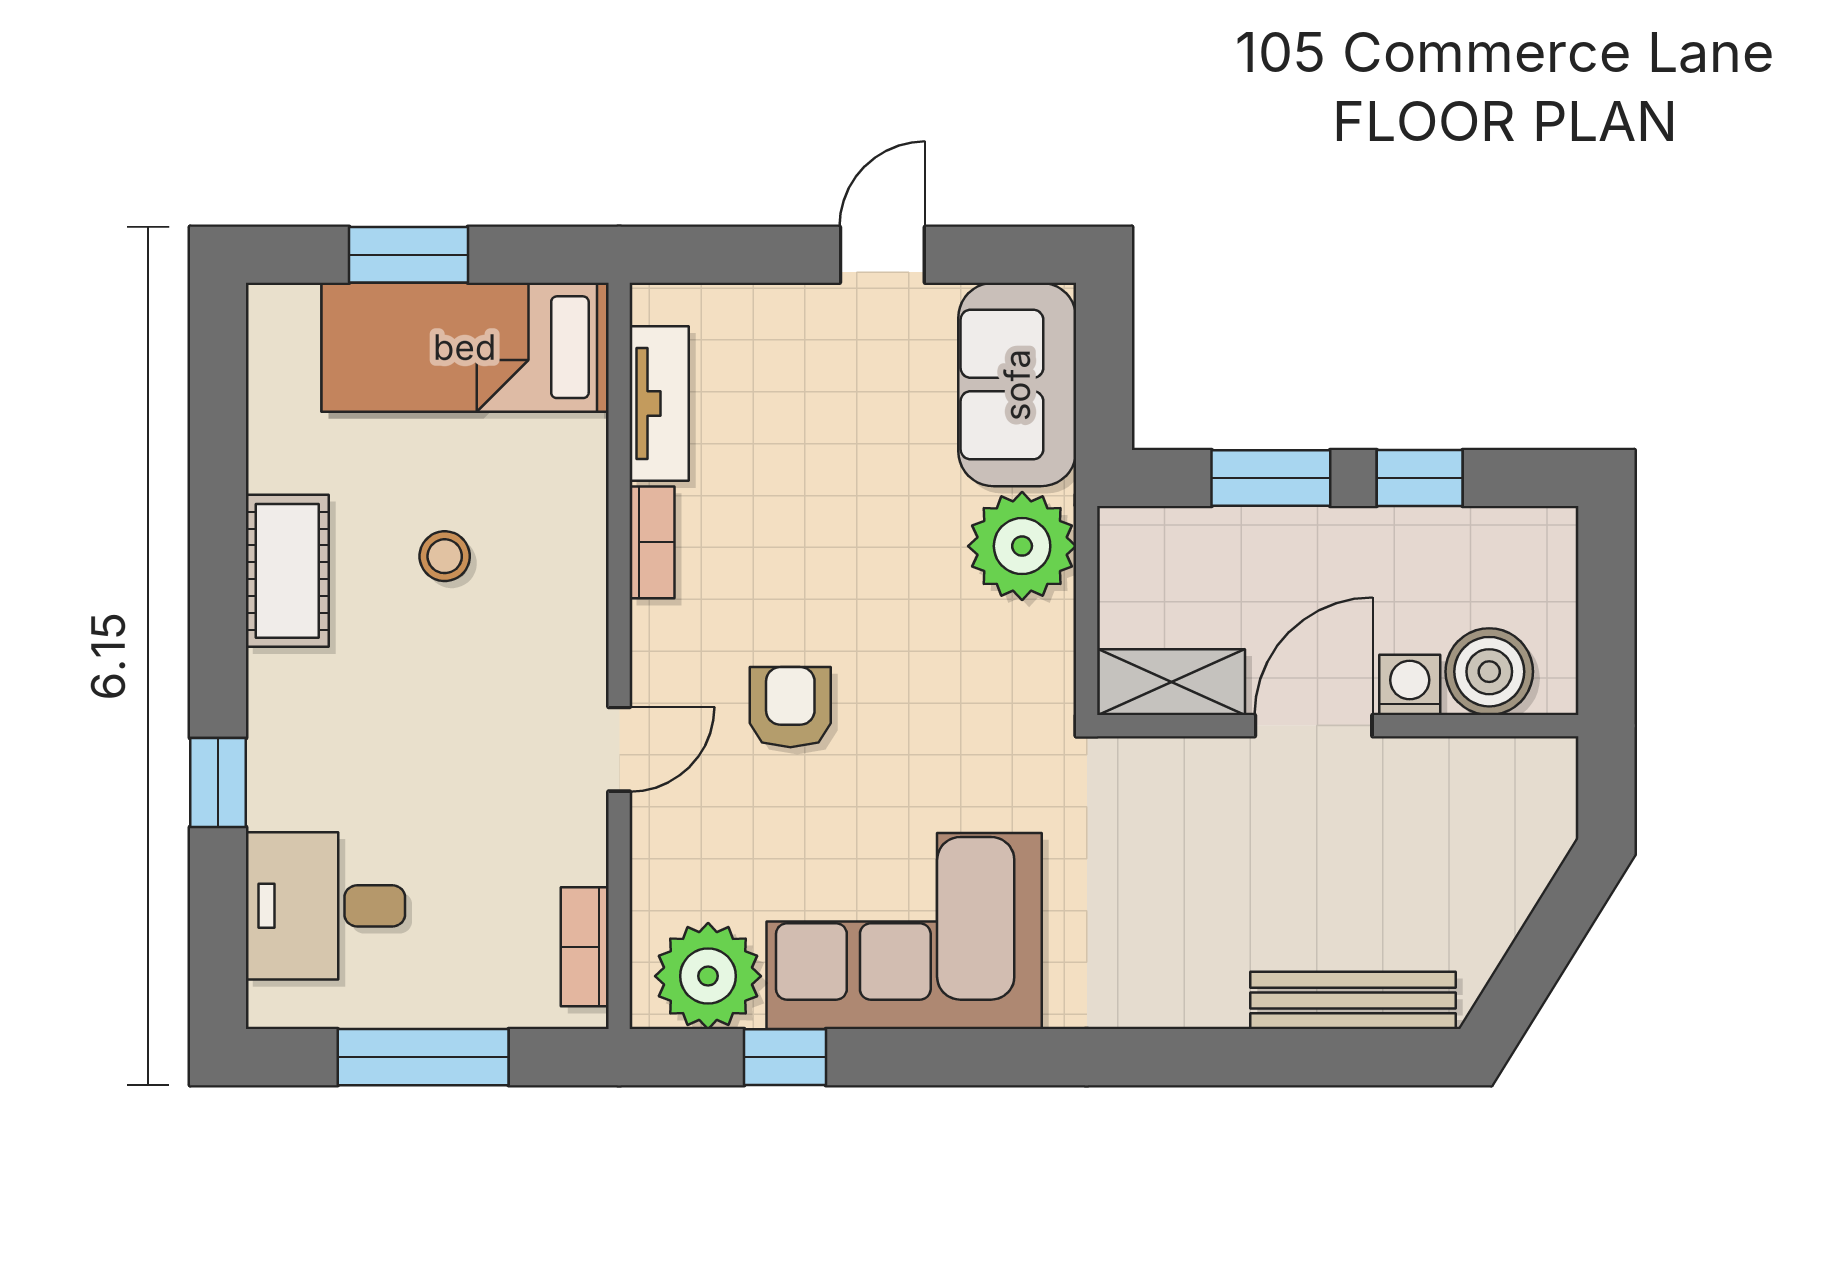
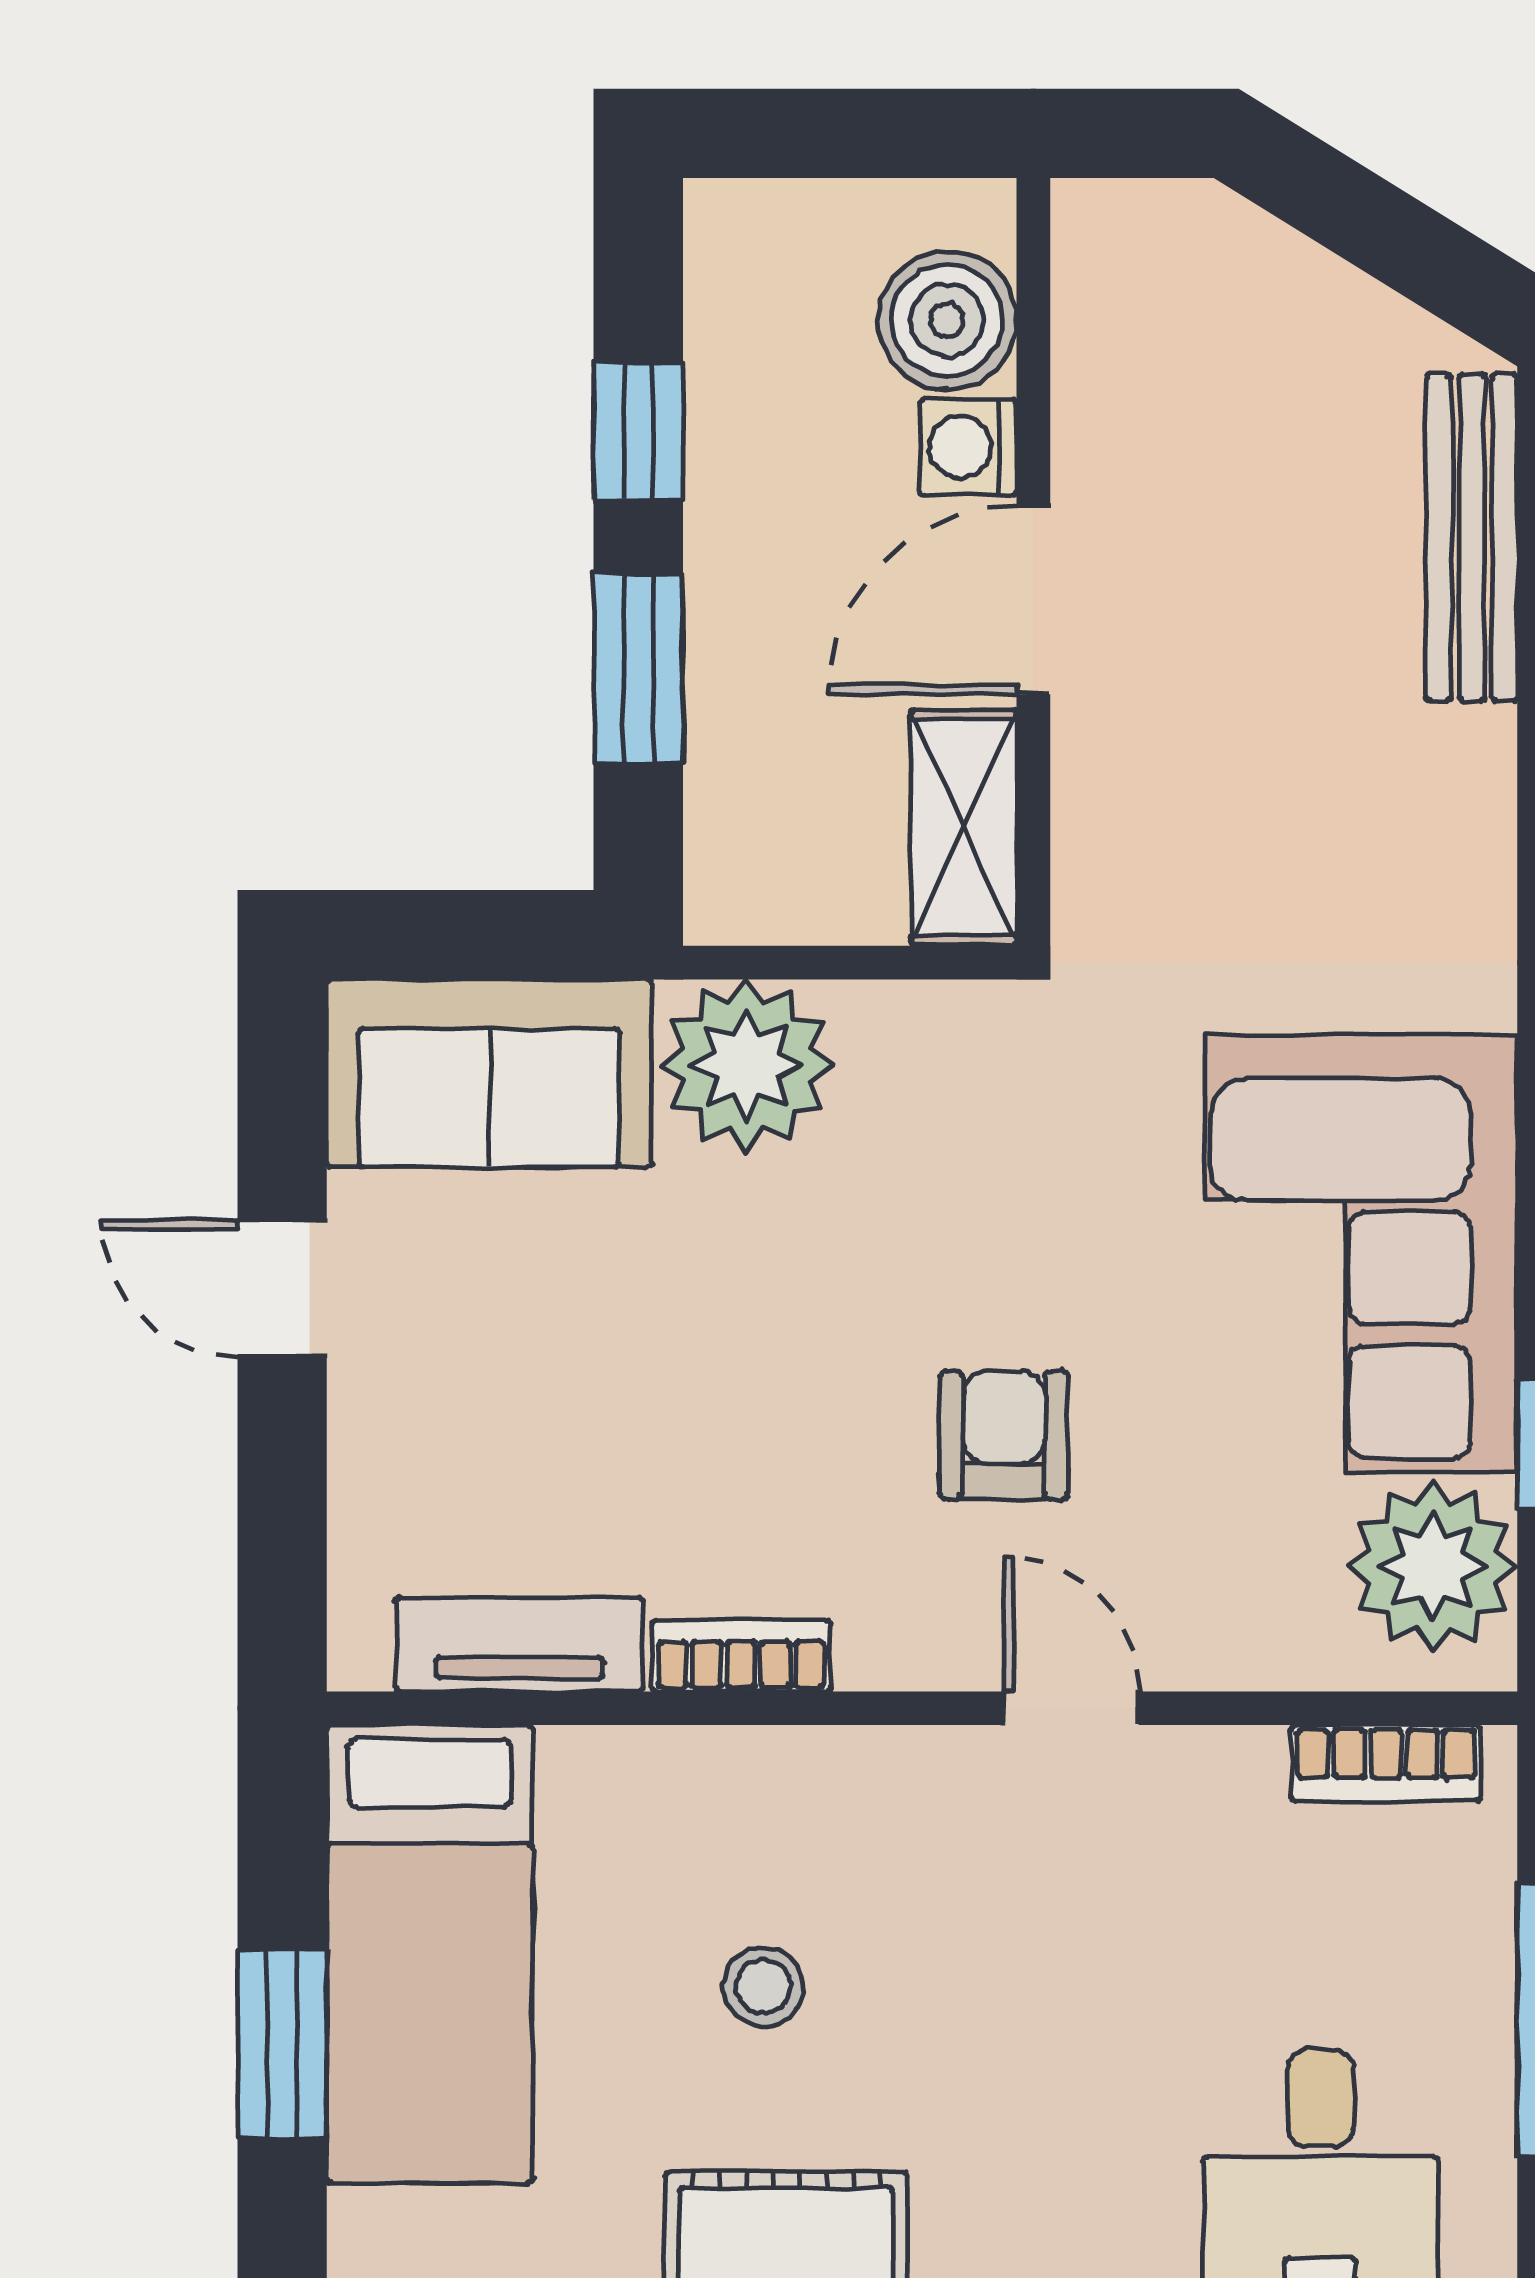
armchair: (790, 707) -> (1004, 1435), turned 90
door: (1314, 726) -> (1033, 600), hinge flipped

